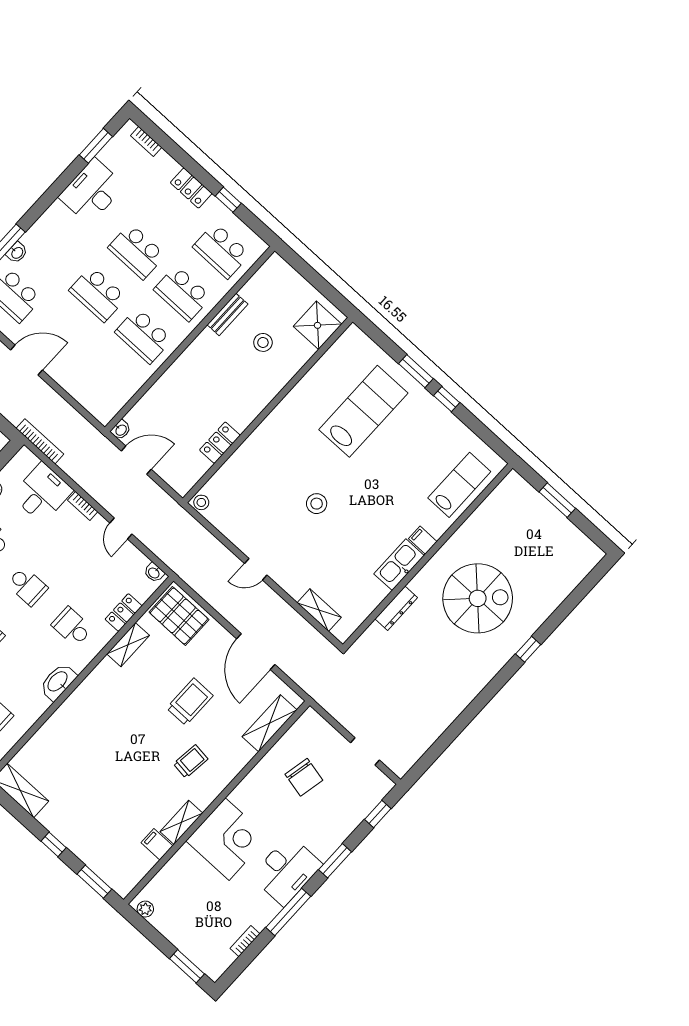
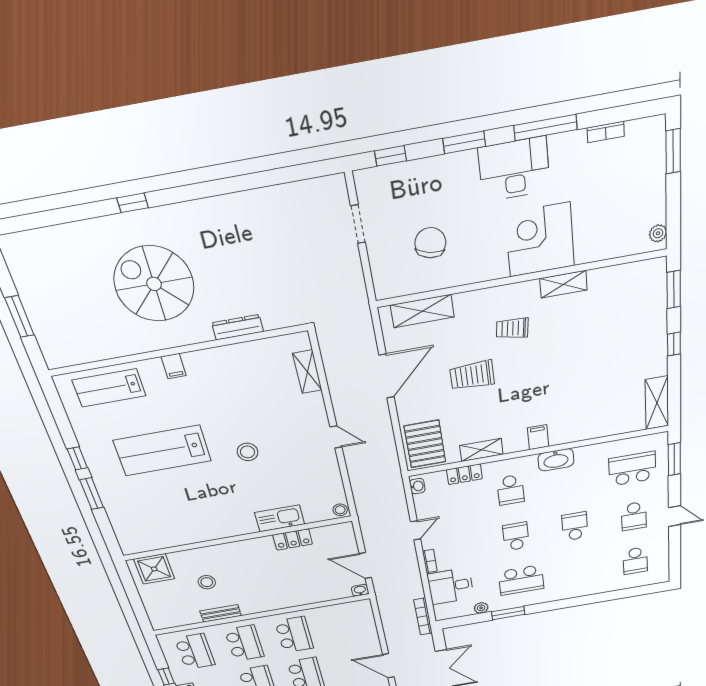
lab bench: (363, 411) -> (162, 451), moved
kitchen sink: (399, 565) -> (280, 518), moved, turned 180
filing cabinet: (157, 844) -> (538, 437), moved, turned 180

